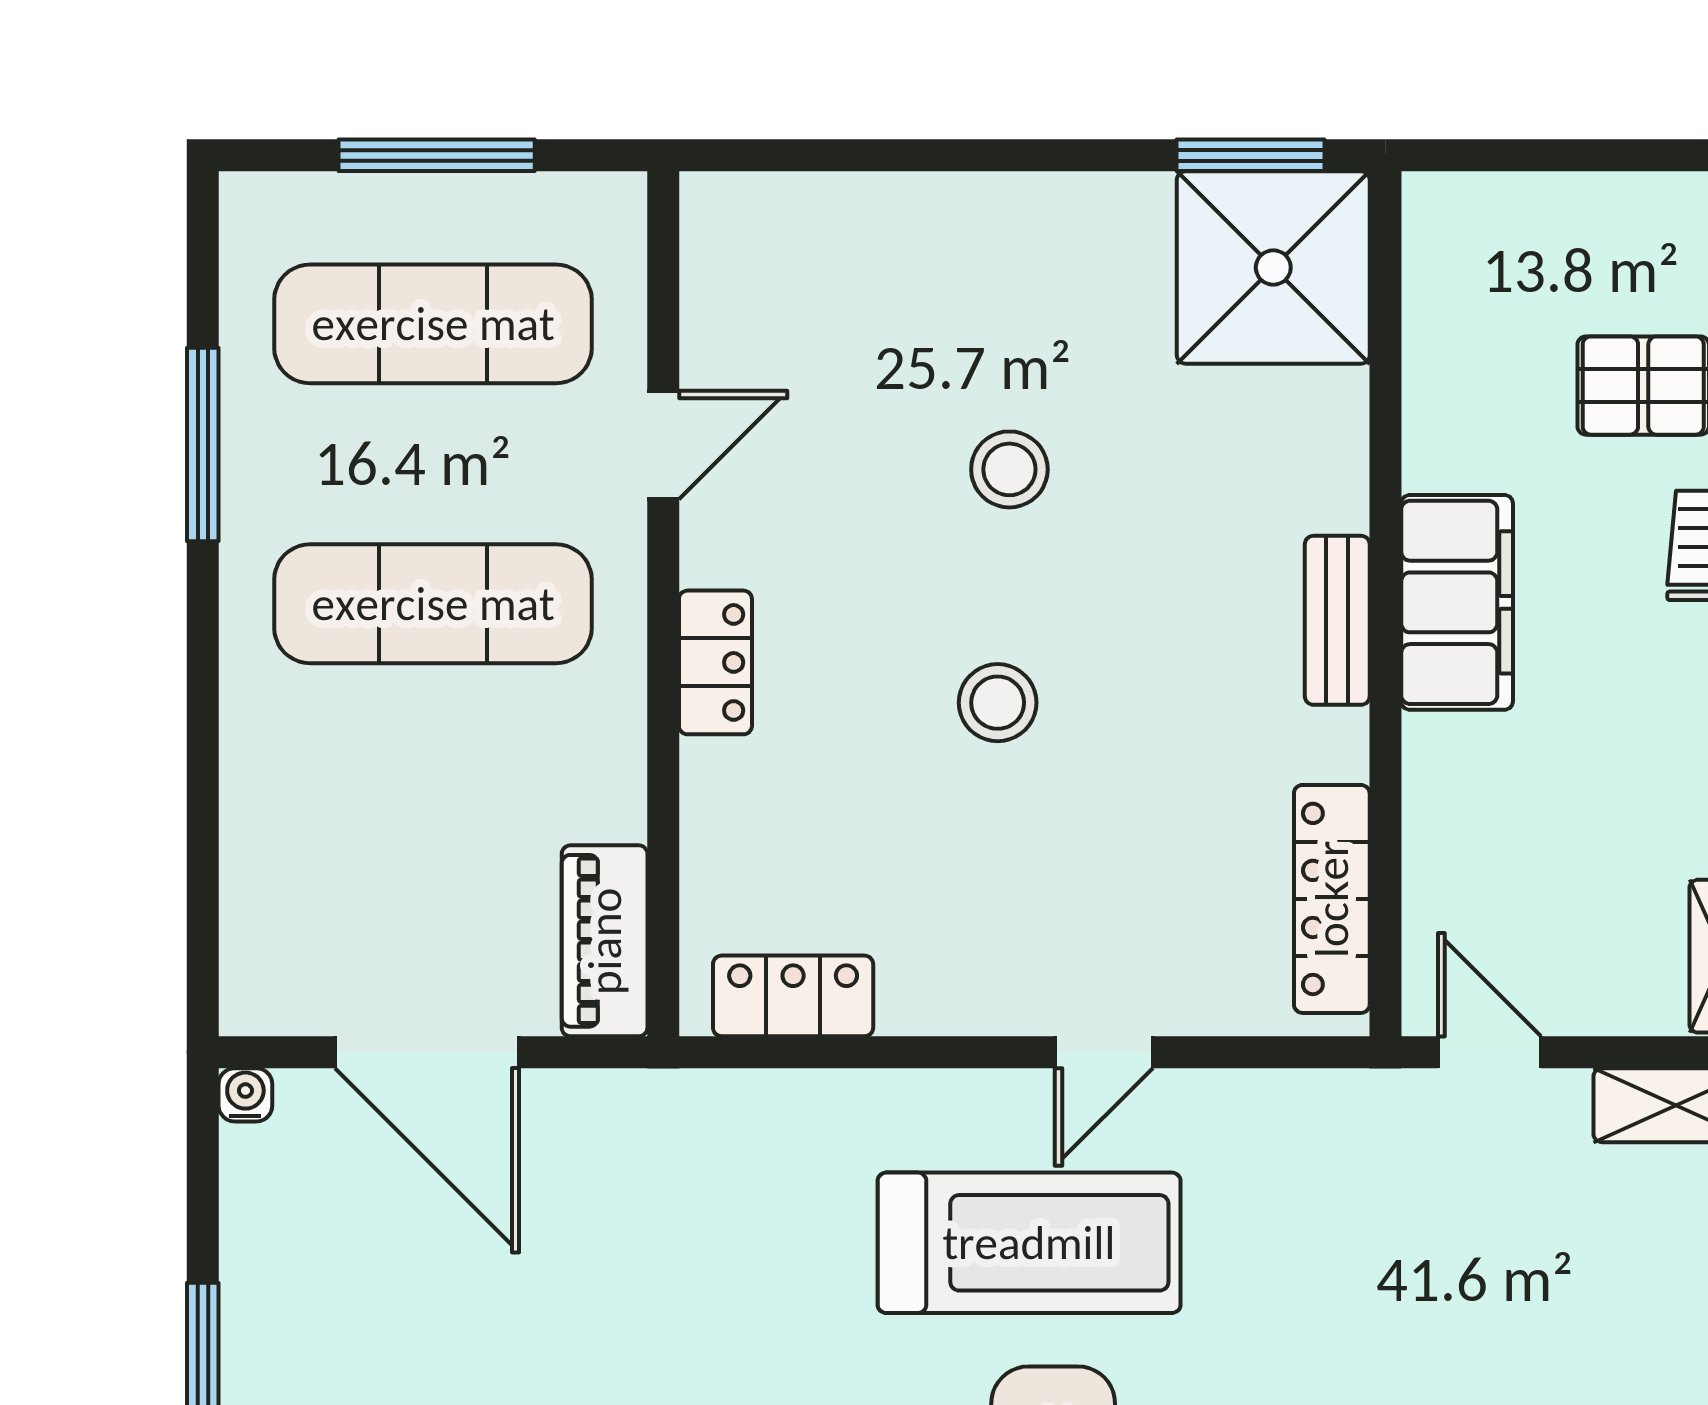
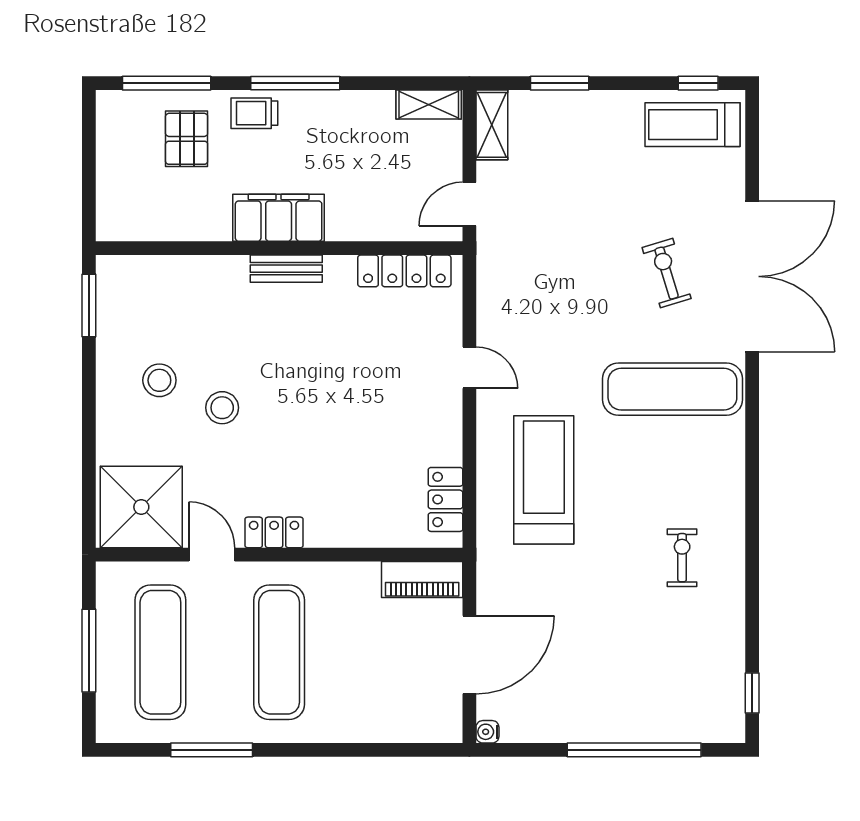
shower: (1273, 267) -> (141, 507), moved
locker: (715, 662) -> (274, 532), moved
stool: (998, 703) -> (159, 380), moved
treadmill: (1029, 1243) -> (544, 480), moved

